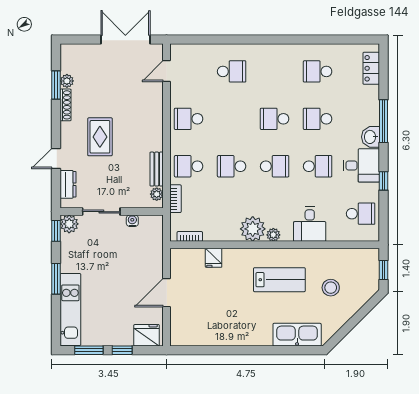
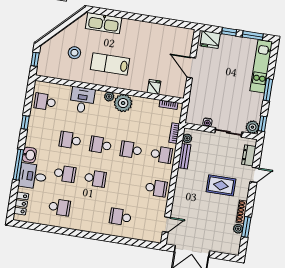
rug: (100, 137) -> (221, 185), turned 90
desk: (361, 165) -> (33, 176), moved
school desk: (232, 166) -> (131, 150), turned 180
door: (167, 293) -> (191, 68), swing flipped

